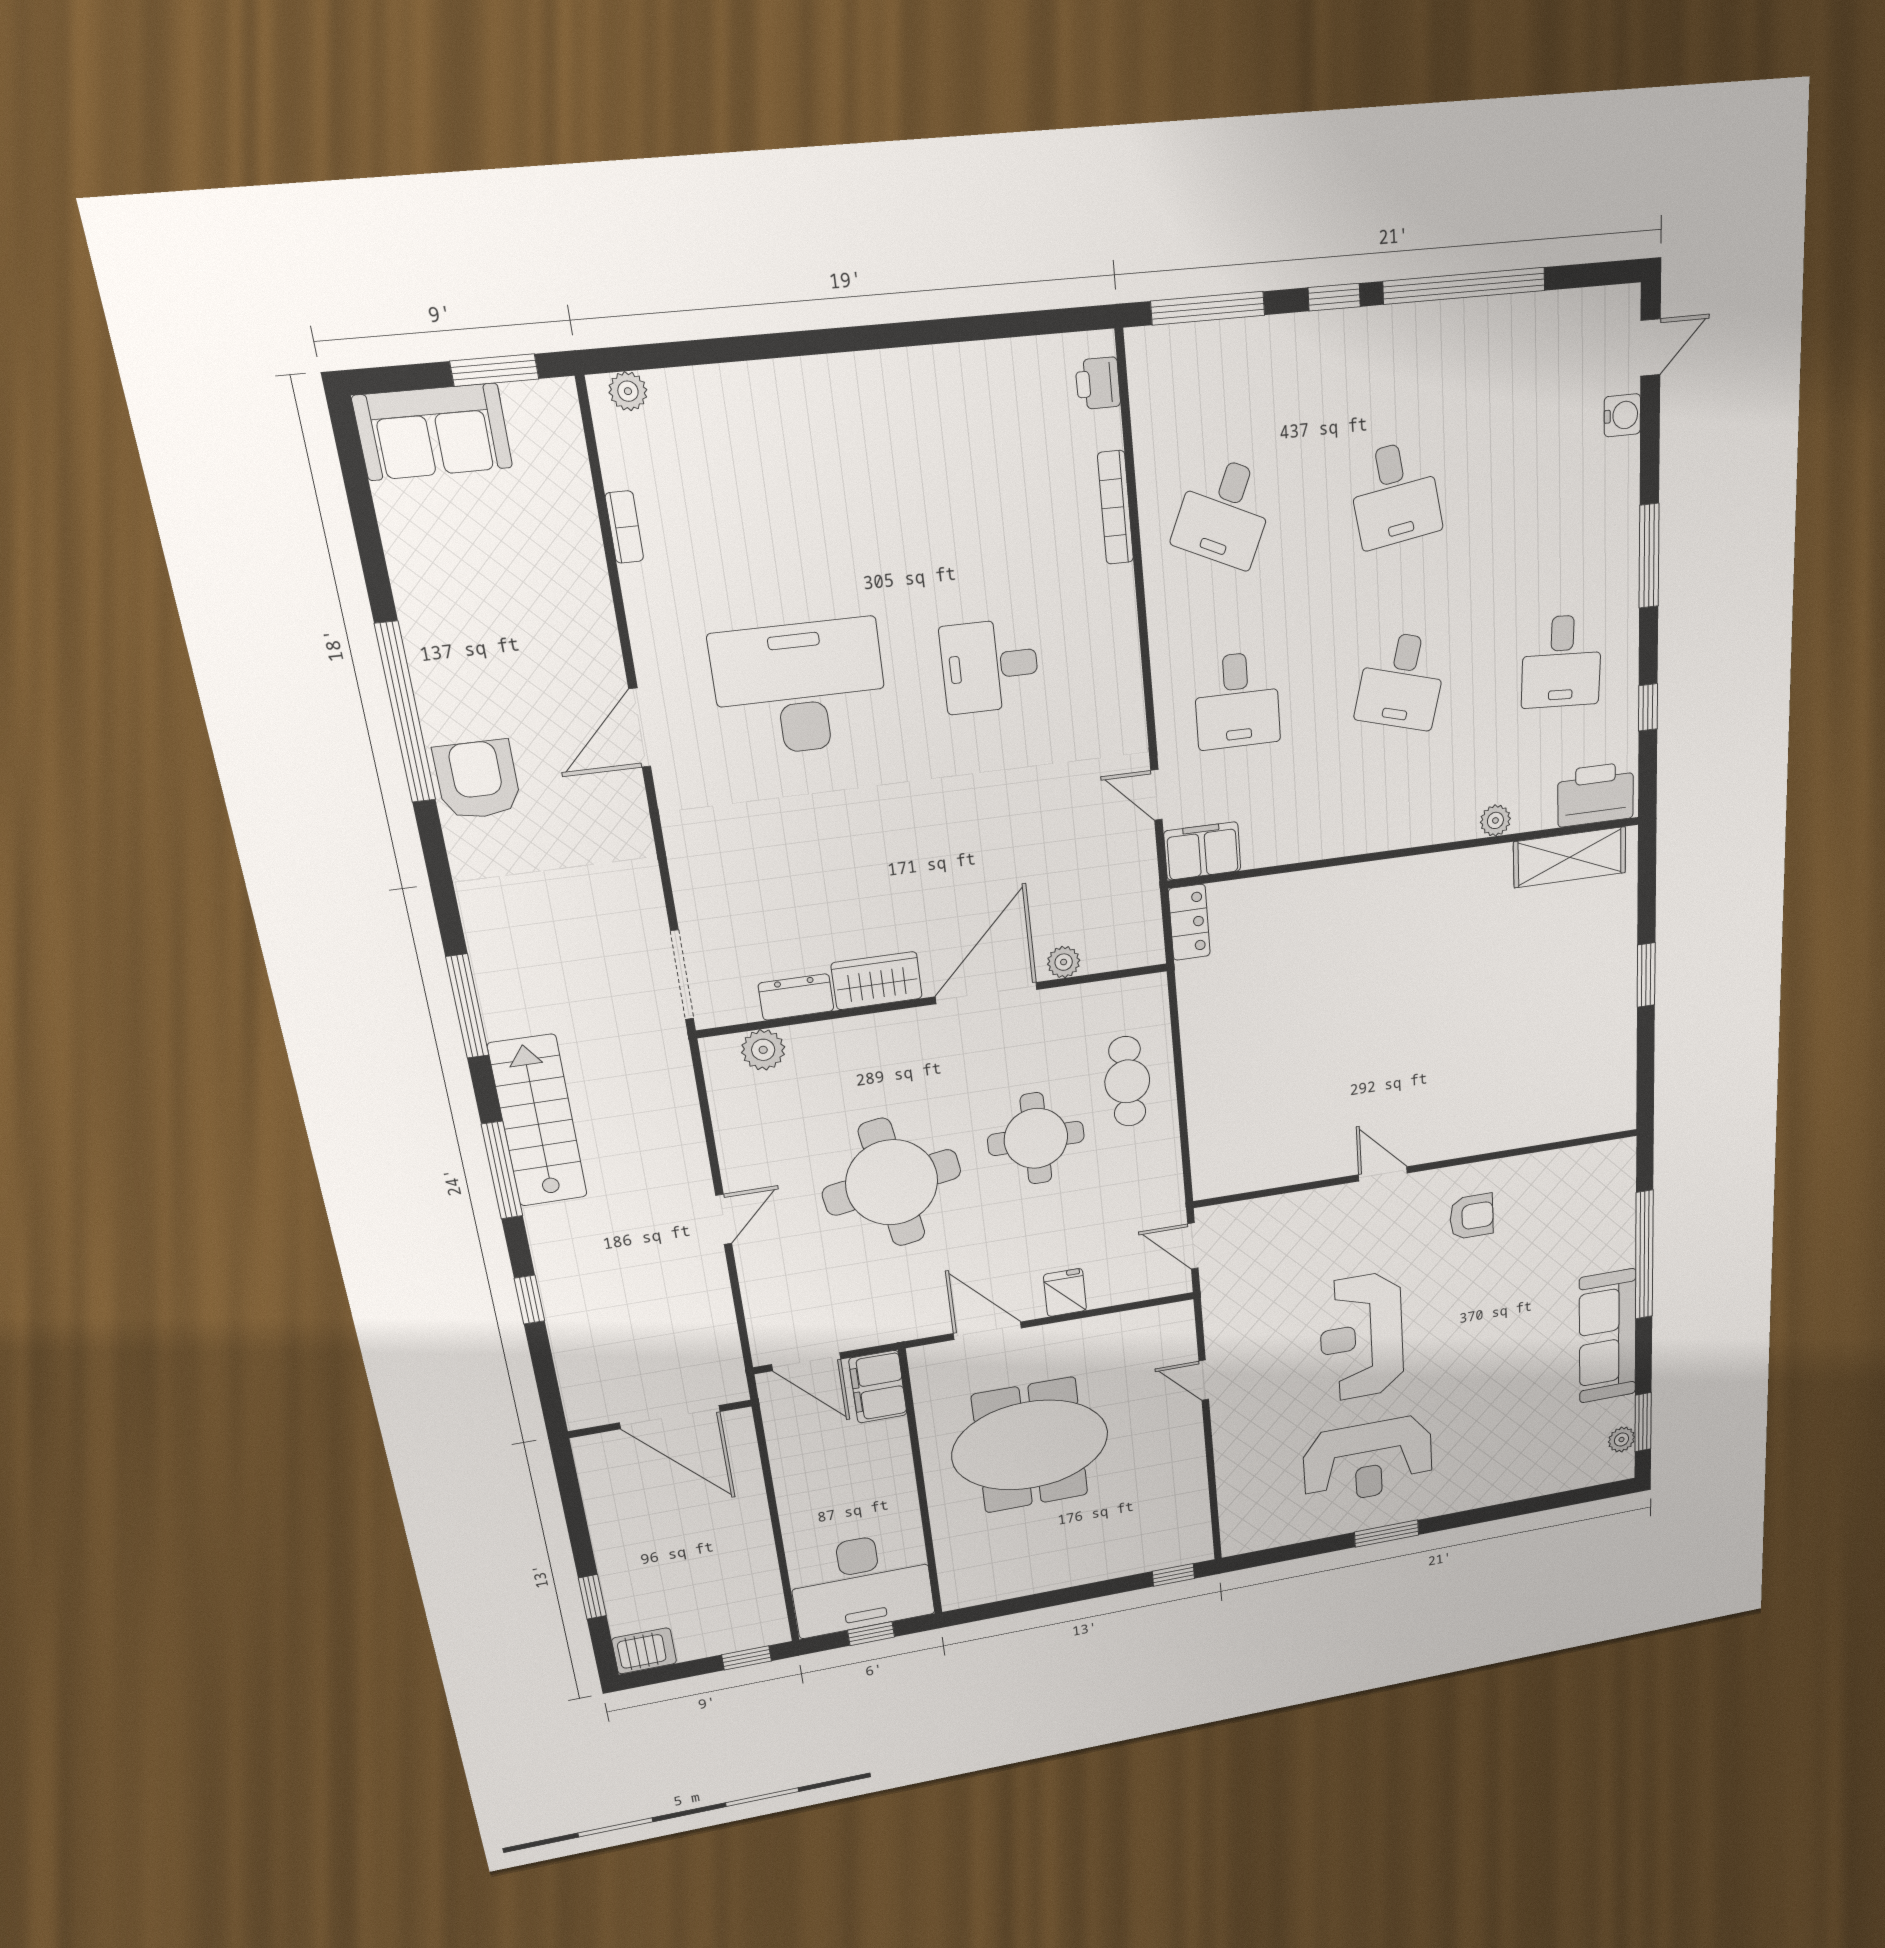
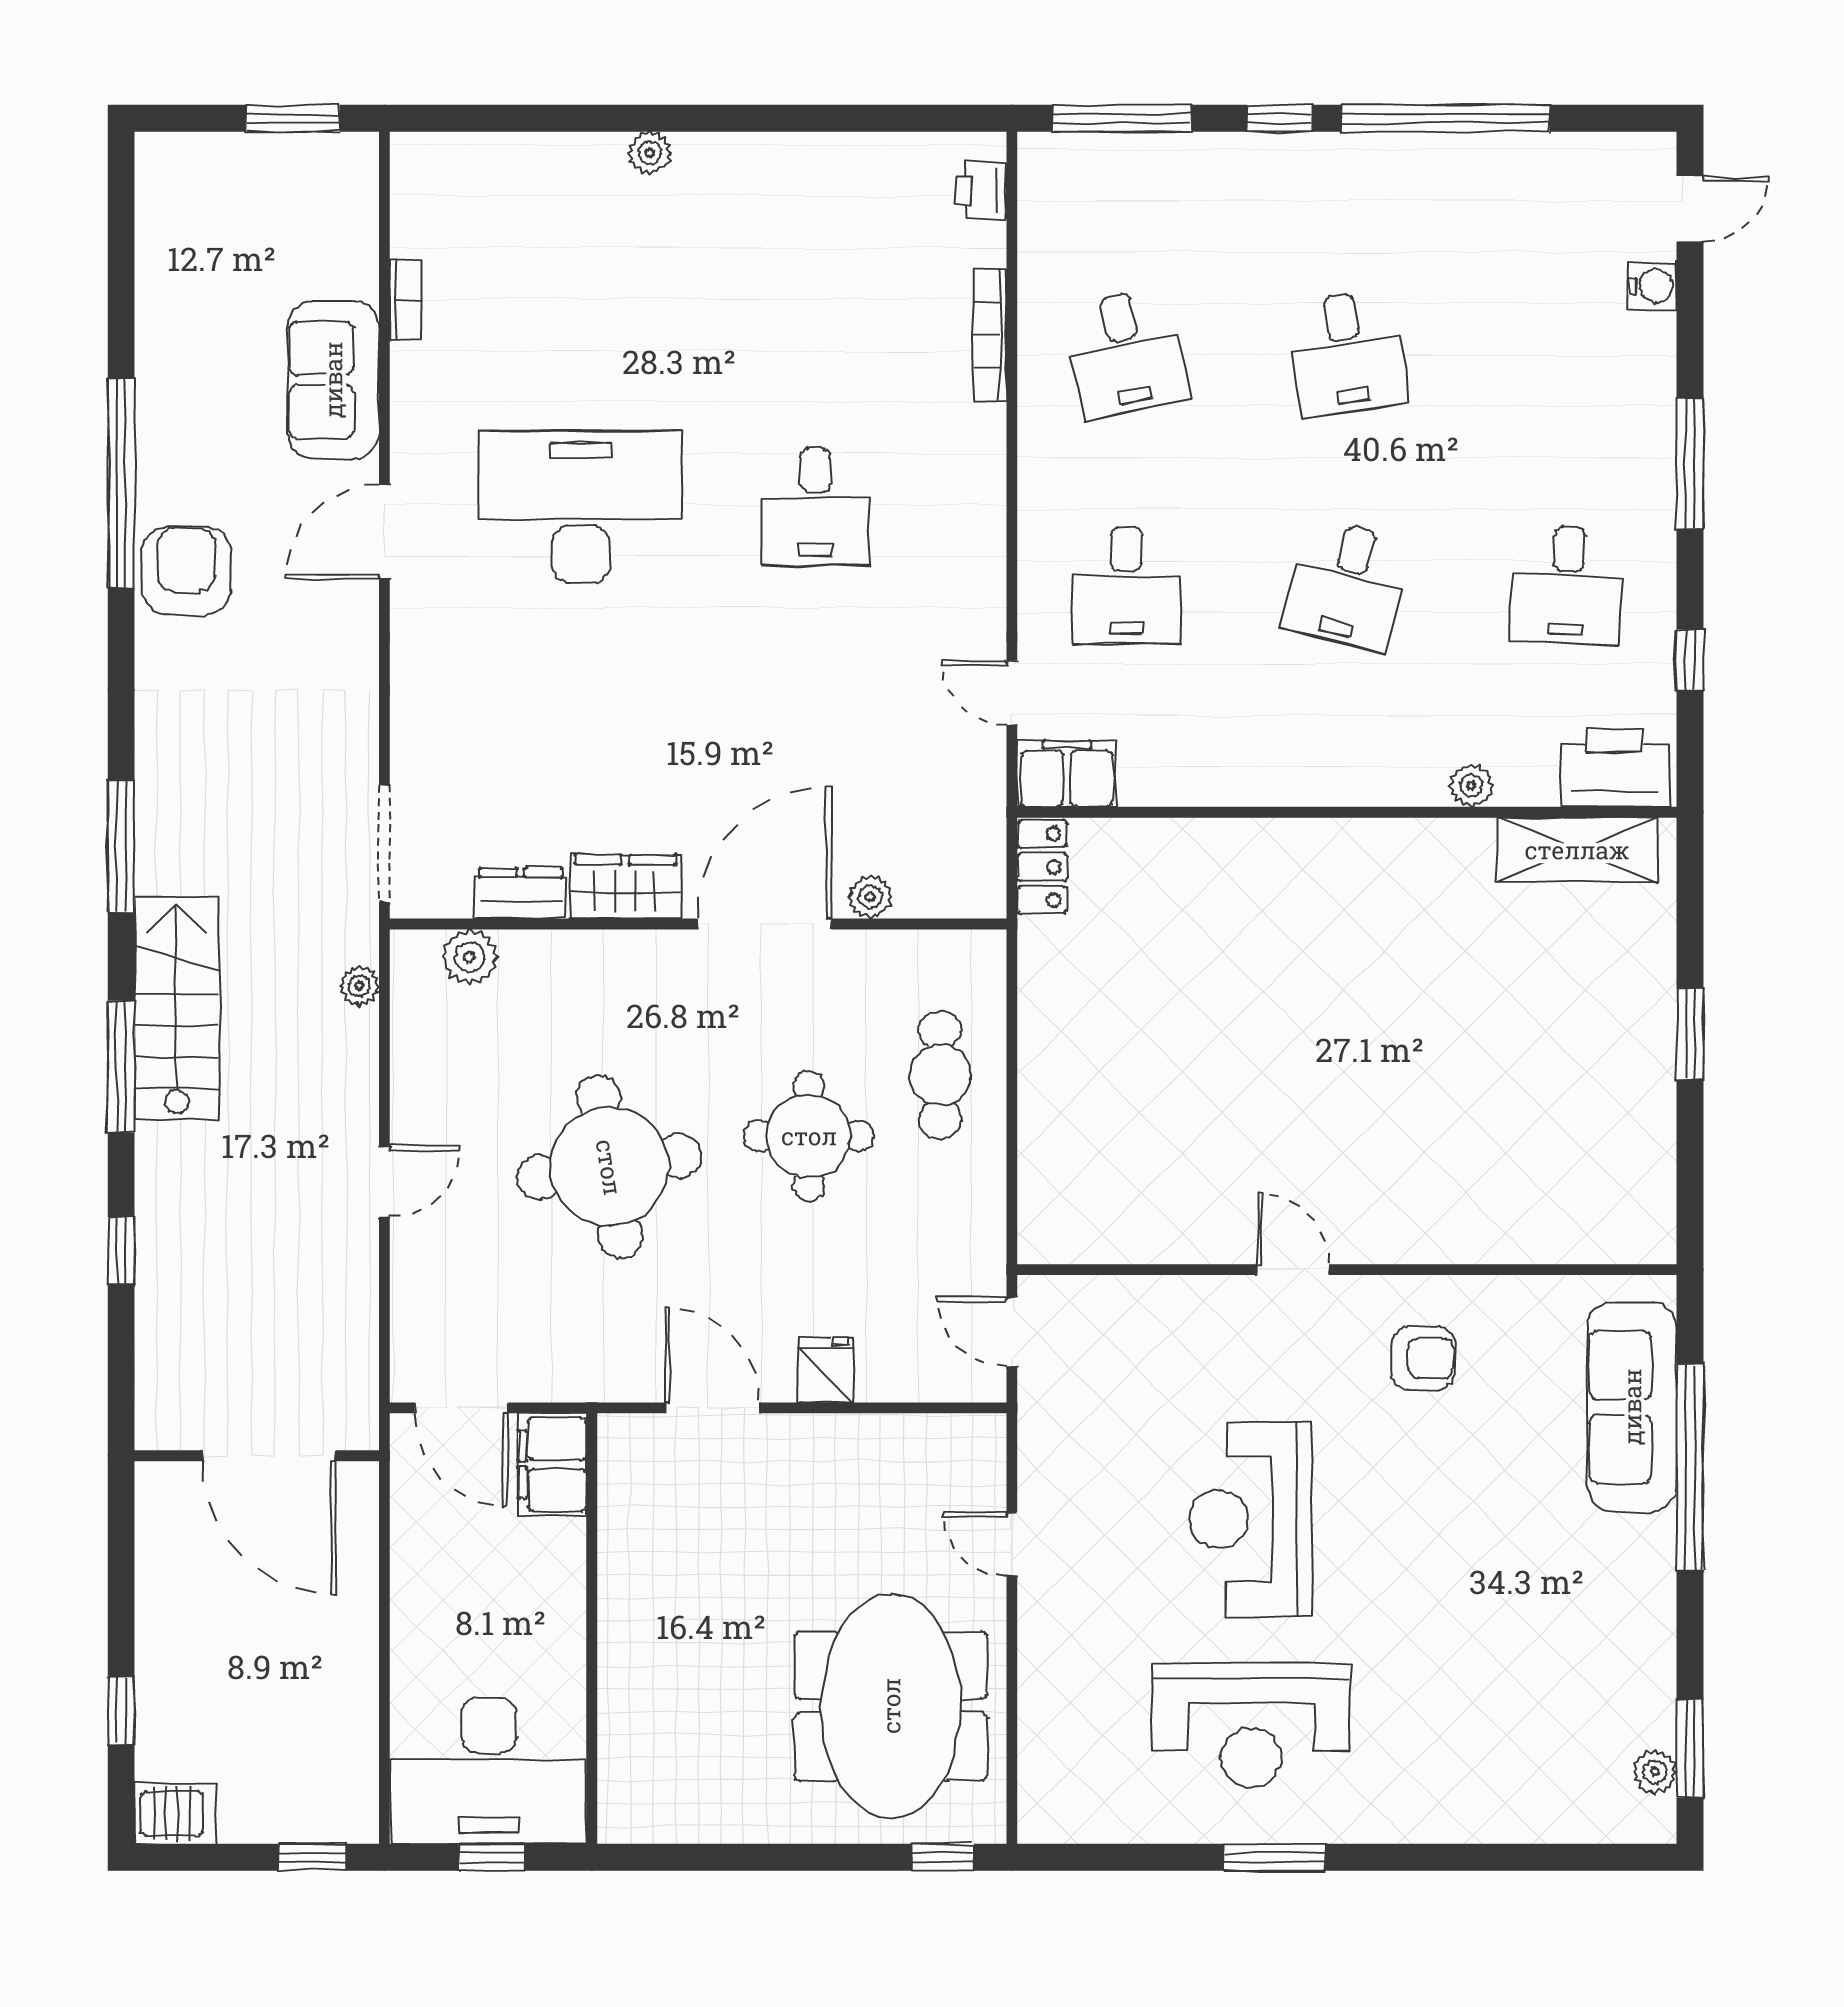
plant: (628, 391) -> (650, 153), moved
sofa: (433, 432) -> (333, 380), moved, turned 90
desk: (1225, 512) -> (1126, 353), turned -36
desk: (990, 666) -> (815, 507), turned -90
plant: (680, 1083) -> (359, 986), added
sofa: (1608, 1336) -> (1632, 1407), moved
meeting table: (1030, 1445) -> (891, 1706), moved, turned 90

